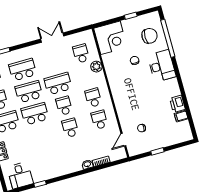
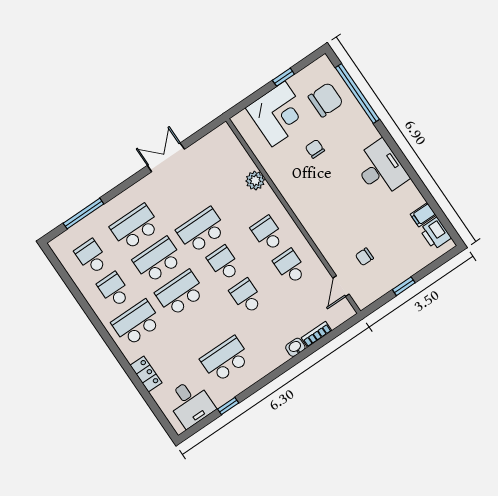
corner desk: (110, 38) -> (279, 114), moved
school desk: (81, 53) -> (225, 359), moved, width x1.85
desk: (162, 66) -> (381, 169), moved
printer: (177, 104) -> (435, 233), moved

